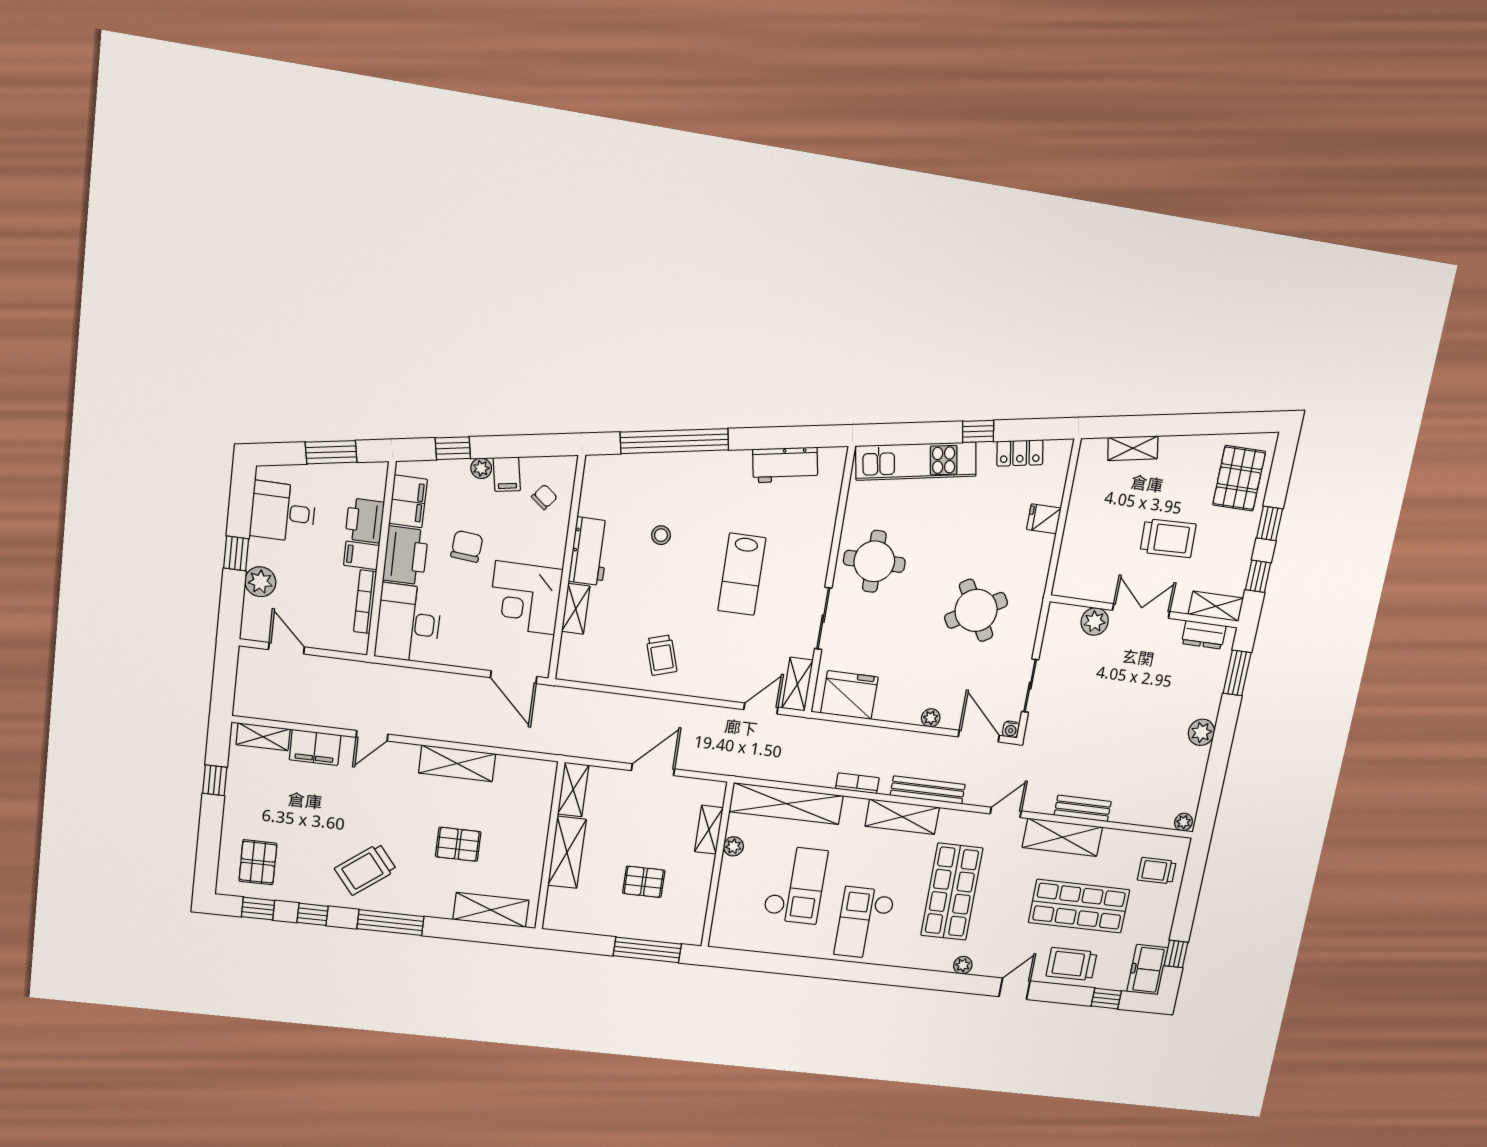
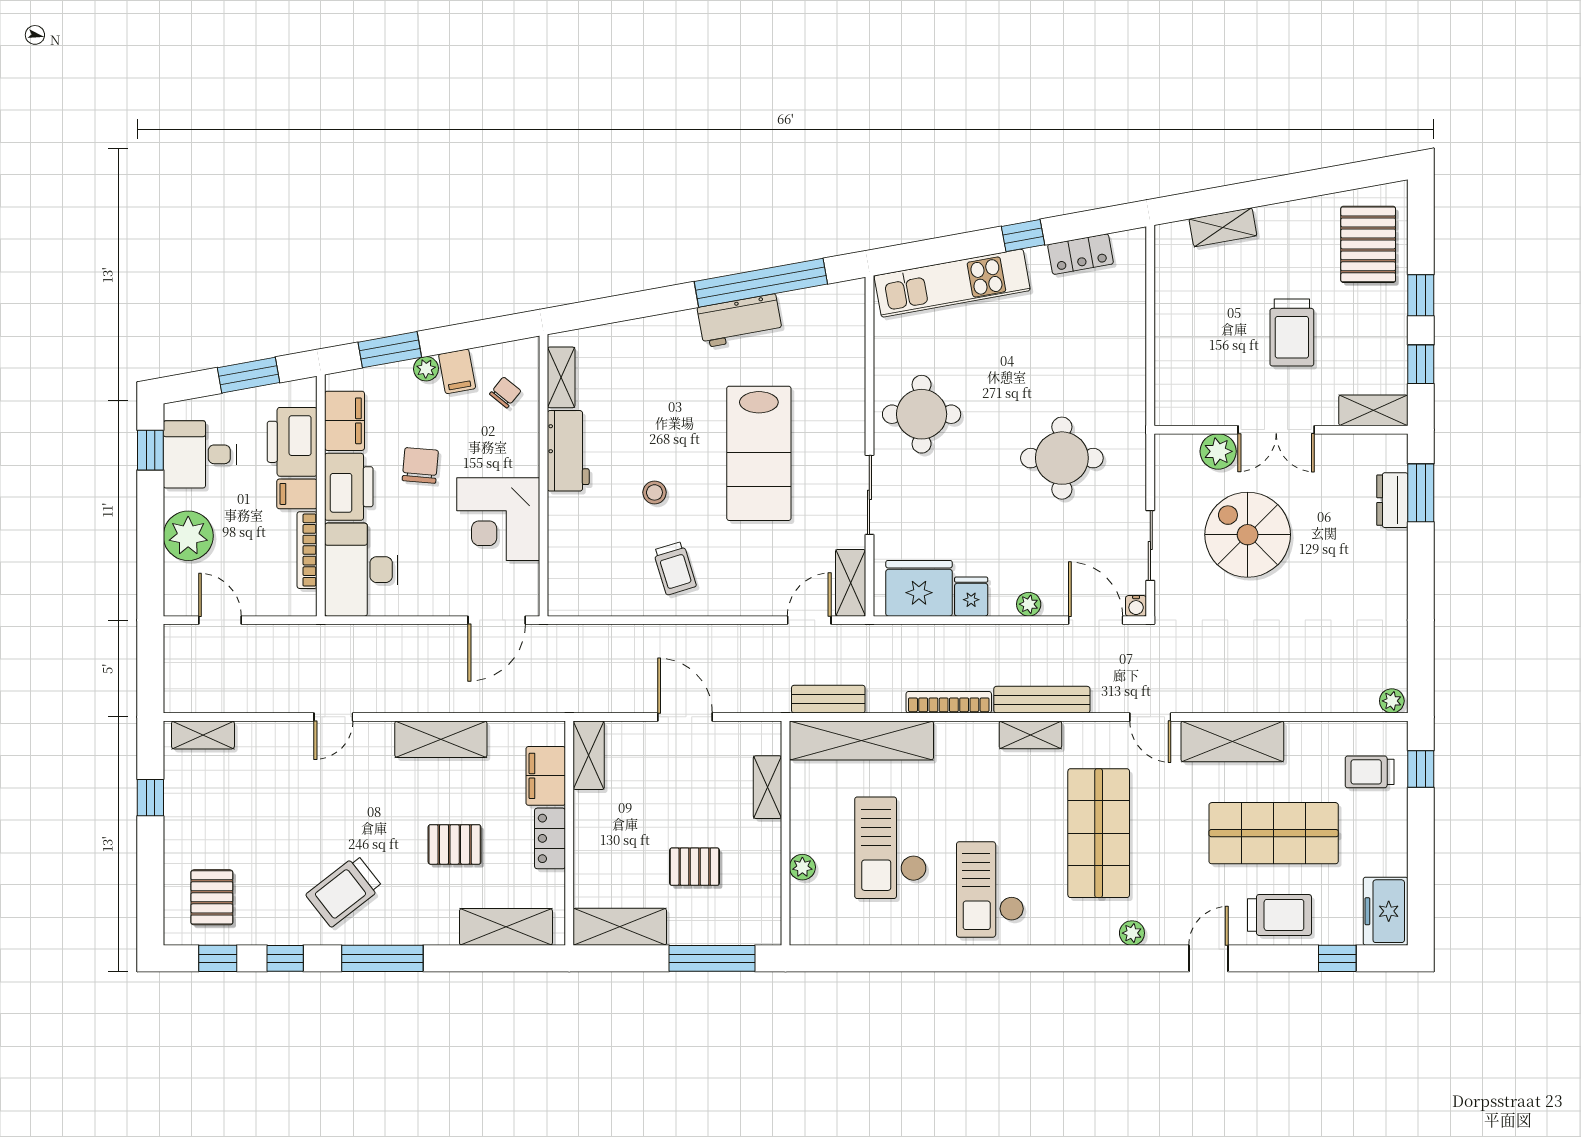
window: (674, 441) -> (761, 283), moved
window: (453, 448) -> (390, 350), width x1.50
workbench: (785, 465) -> (740, 321), moved
fridge: (1044, 519) -> (971, 597), moved, turned 90
printer: (365, 521) -> (292, 442), width x1.37, depth x1.19
stool: (661, 535) -> (654, 492), moved
trolley: (1168, 538) -> (1292, 333), turned 92
window: (236, 553) -> (150, 450), moved
lab bench: (742, 574) -> (759, 453), width x1.36, depth x1.39
plant: (260, 582) -> (188, 536), width x1.36, depth x1.36
shelving: (576, 609) -> (561, 377), moved
round table: (976, 610) -> (1062, 458), turned 30
double door: (1141, 611) -> (1276, 430), swing flipped
dresser: (1204, 635) -> (1392, 500), moved, turned 90
door: (514, 677) -> (497, 620), hinge flipped
spiral stairs: (1104, 687) -> (1248, 535), added
plant: (1201, 732) -> (1390, 577), removed
filing cabinet: (315, 747) -> (546, 776), moved, turned 90
door: (653, 770) -> (685, 717), hinge flipped
bookcase: (857, 783) -> (949, 702), width x1.56
bench: (1083, 808) -> (828, 699), moved
door: (1006, 812) -> (1150, 717), swing flipped
shelving: (902, 817) -> (1030, 735), width x0.67, depth x0.75
plant: (733, 846) -> (802, 867), moved
locker: (534, 848) -> (550, 838), added
shelving: (567, 852) -> (620, 927), moved, turned 90
checkout: (795, 885) -> (891, 848), turned 180
window: (1176, 954) -> (1421, 769), moved
trolley: (1072, 964) -> (1280, 915), turned 180

